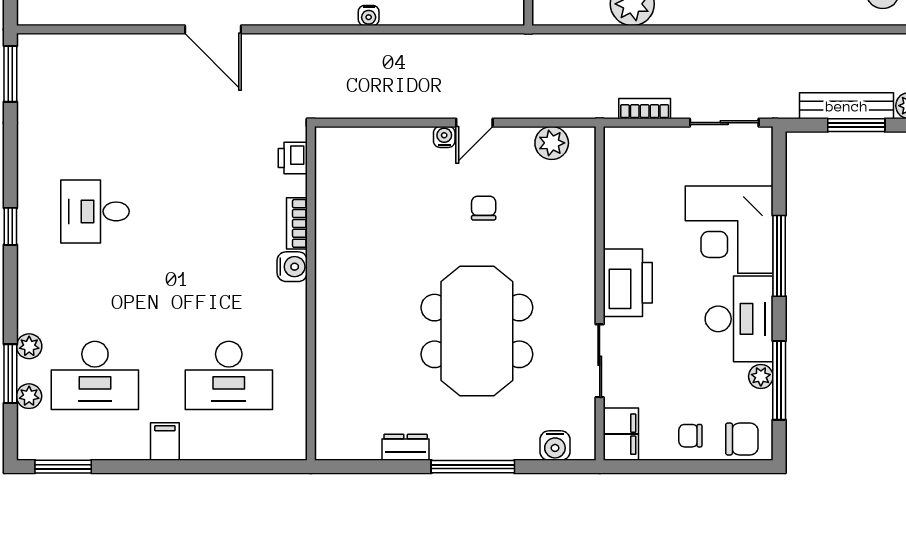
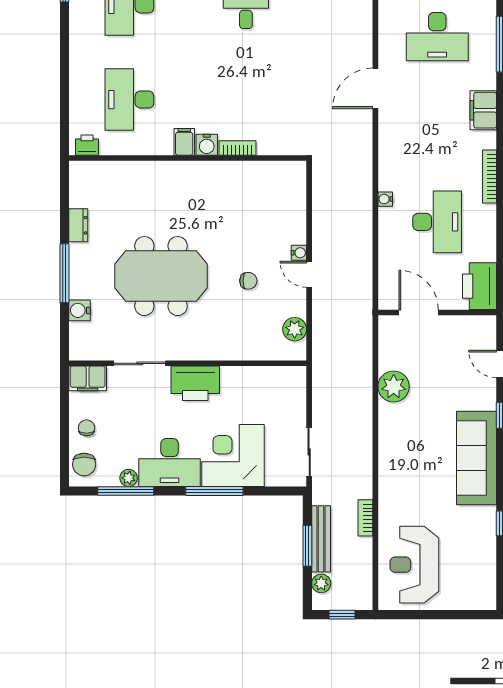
bookcase: (645, 109) -> (365, 518), moved, turned 180
printer: (293, 158) -> (87, 145), moved
filing cabinet: (165, 441) -> (184, 142), moved, turned -90
water cooler: (555, 446) -> (79, 310), moved

